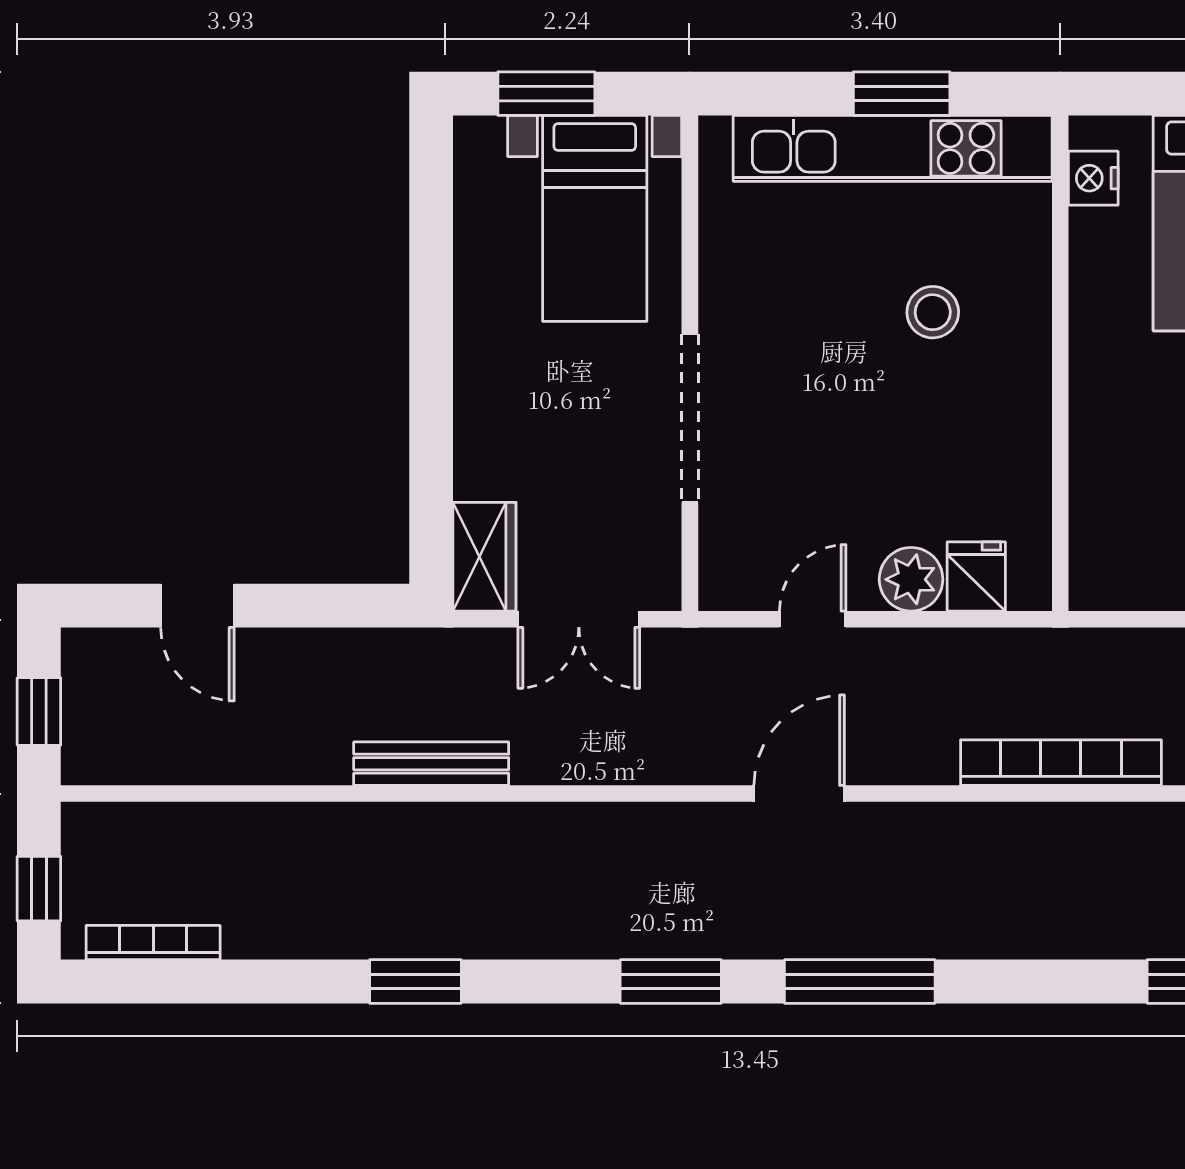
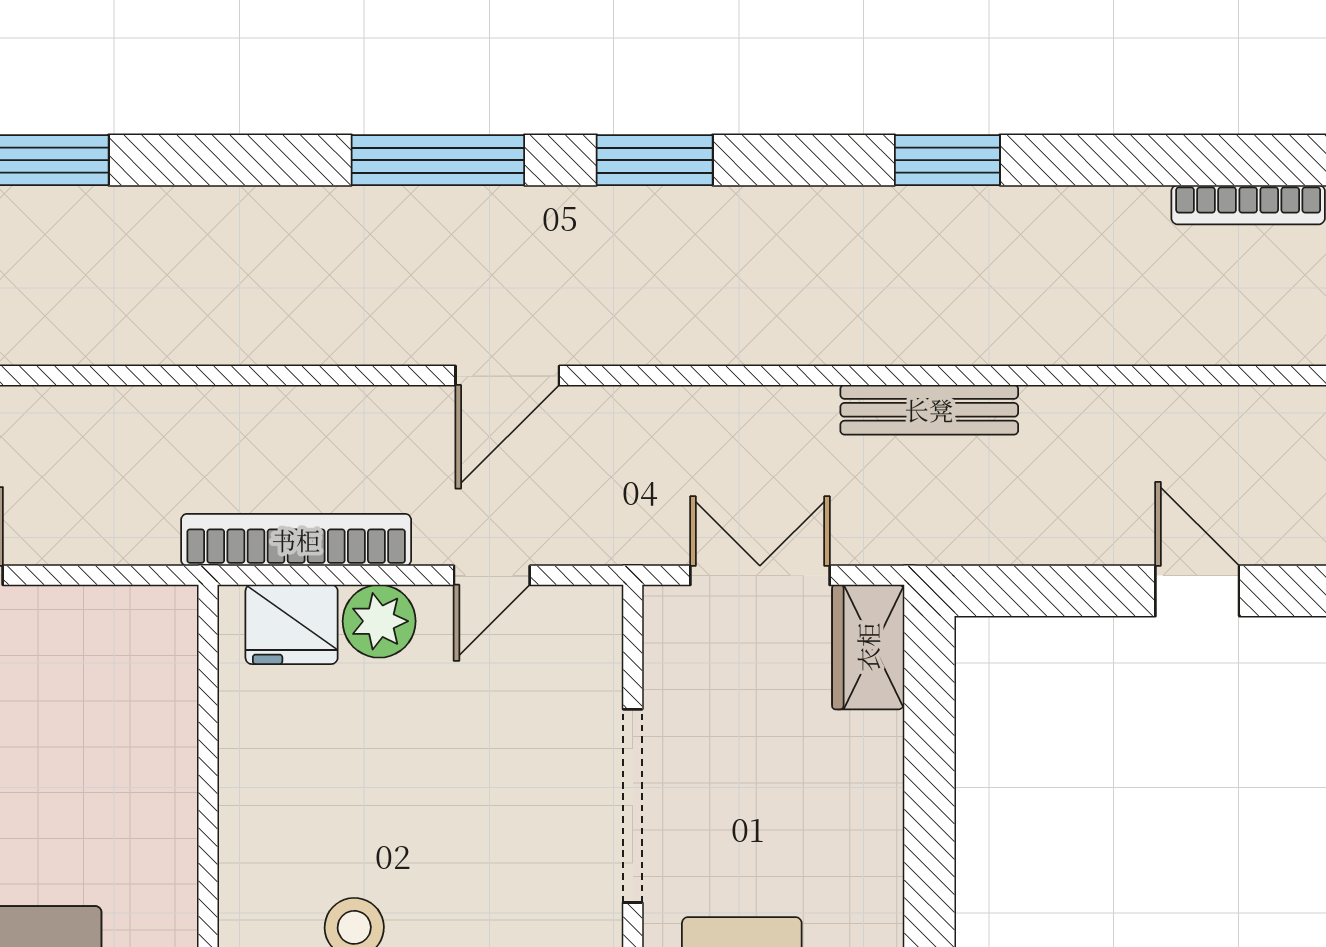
fridge: (976, 576) -> (292, 624), width x1.38
bookcase: (1061, 763) -> (296, 540), moved, turned 180

